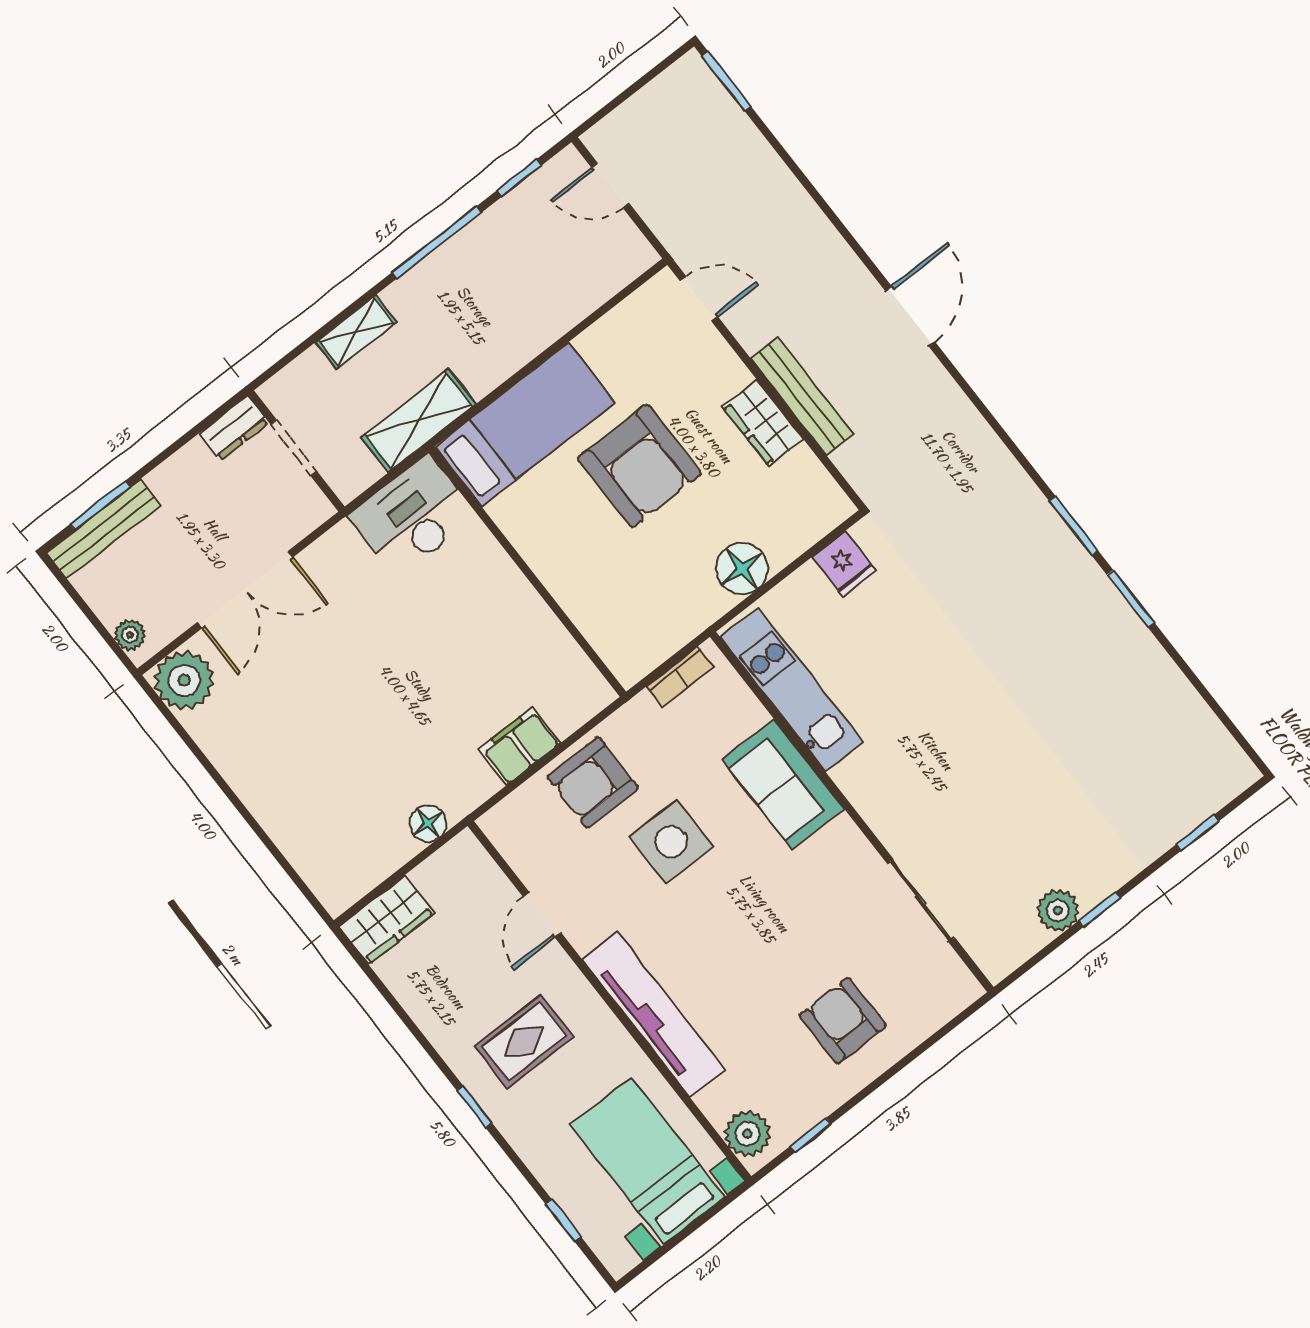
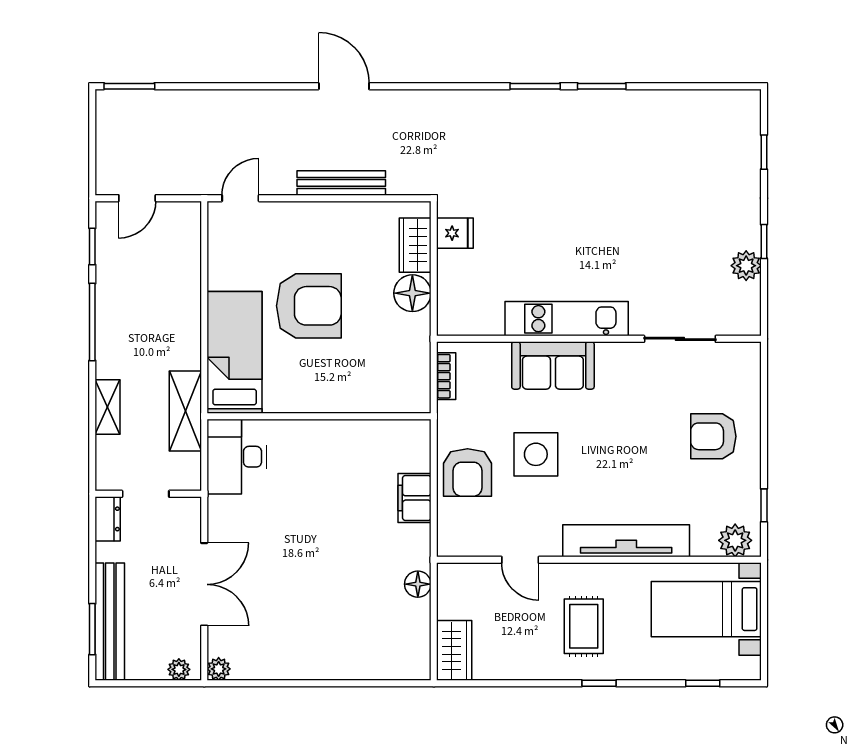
wardrobe: (763, 423) -> (415, 245), moved, turned 90
bench: (104, 529) -> (110, 622), width x1.37, depth x1.21
plant: (184, 680) -> (219, 669), width x0.53, depth x0.53
kitchen unit: (792, 689) -> (567, 319), moved

